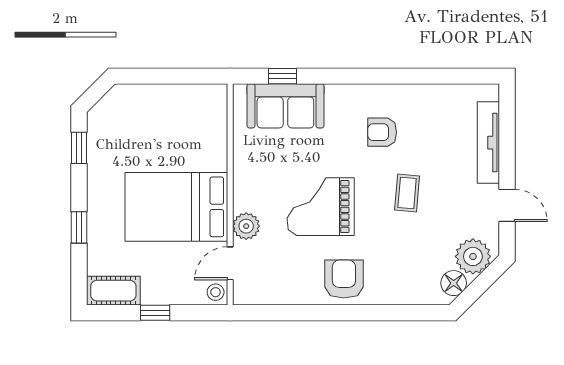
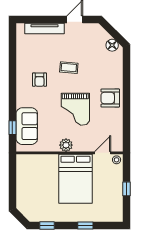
plant: (246, 226) -> (66, 145), moved
plant: (473, 256) -> (99, 36), removed
door: (230, 263) -> (103, 153), swing flipped
cot: (113, 291) -> (116, 209), removed

